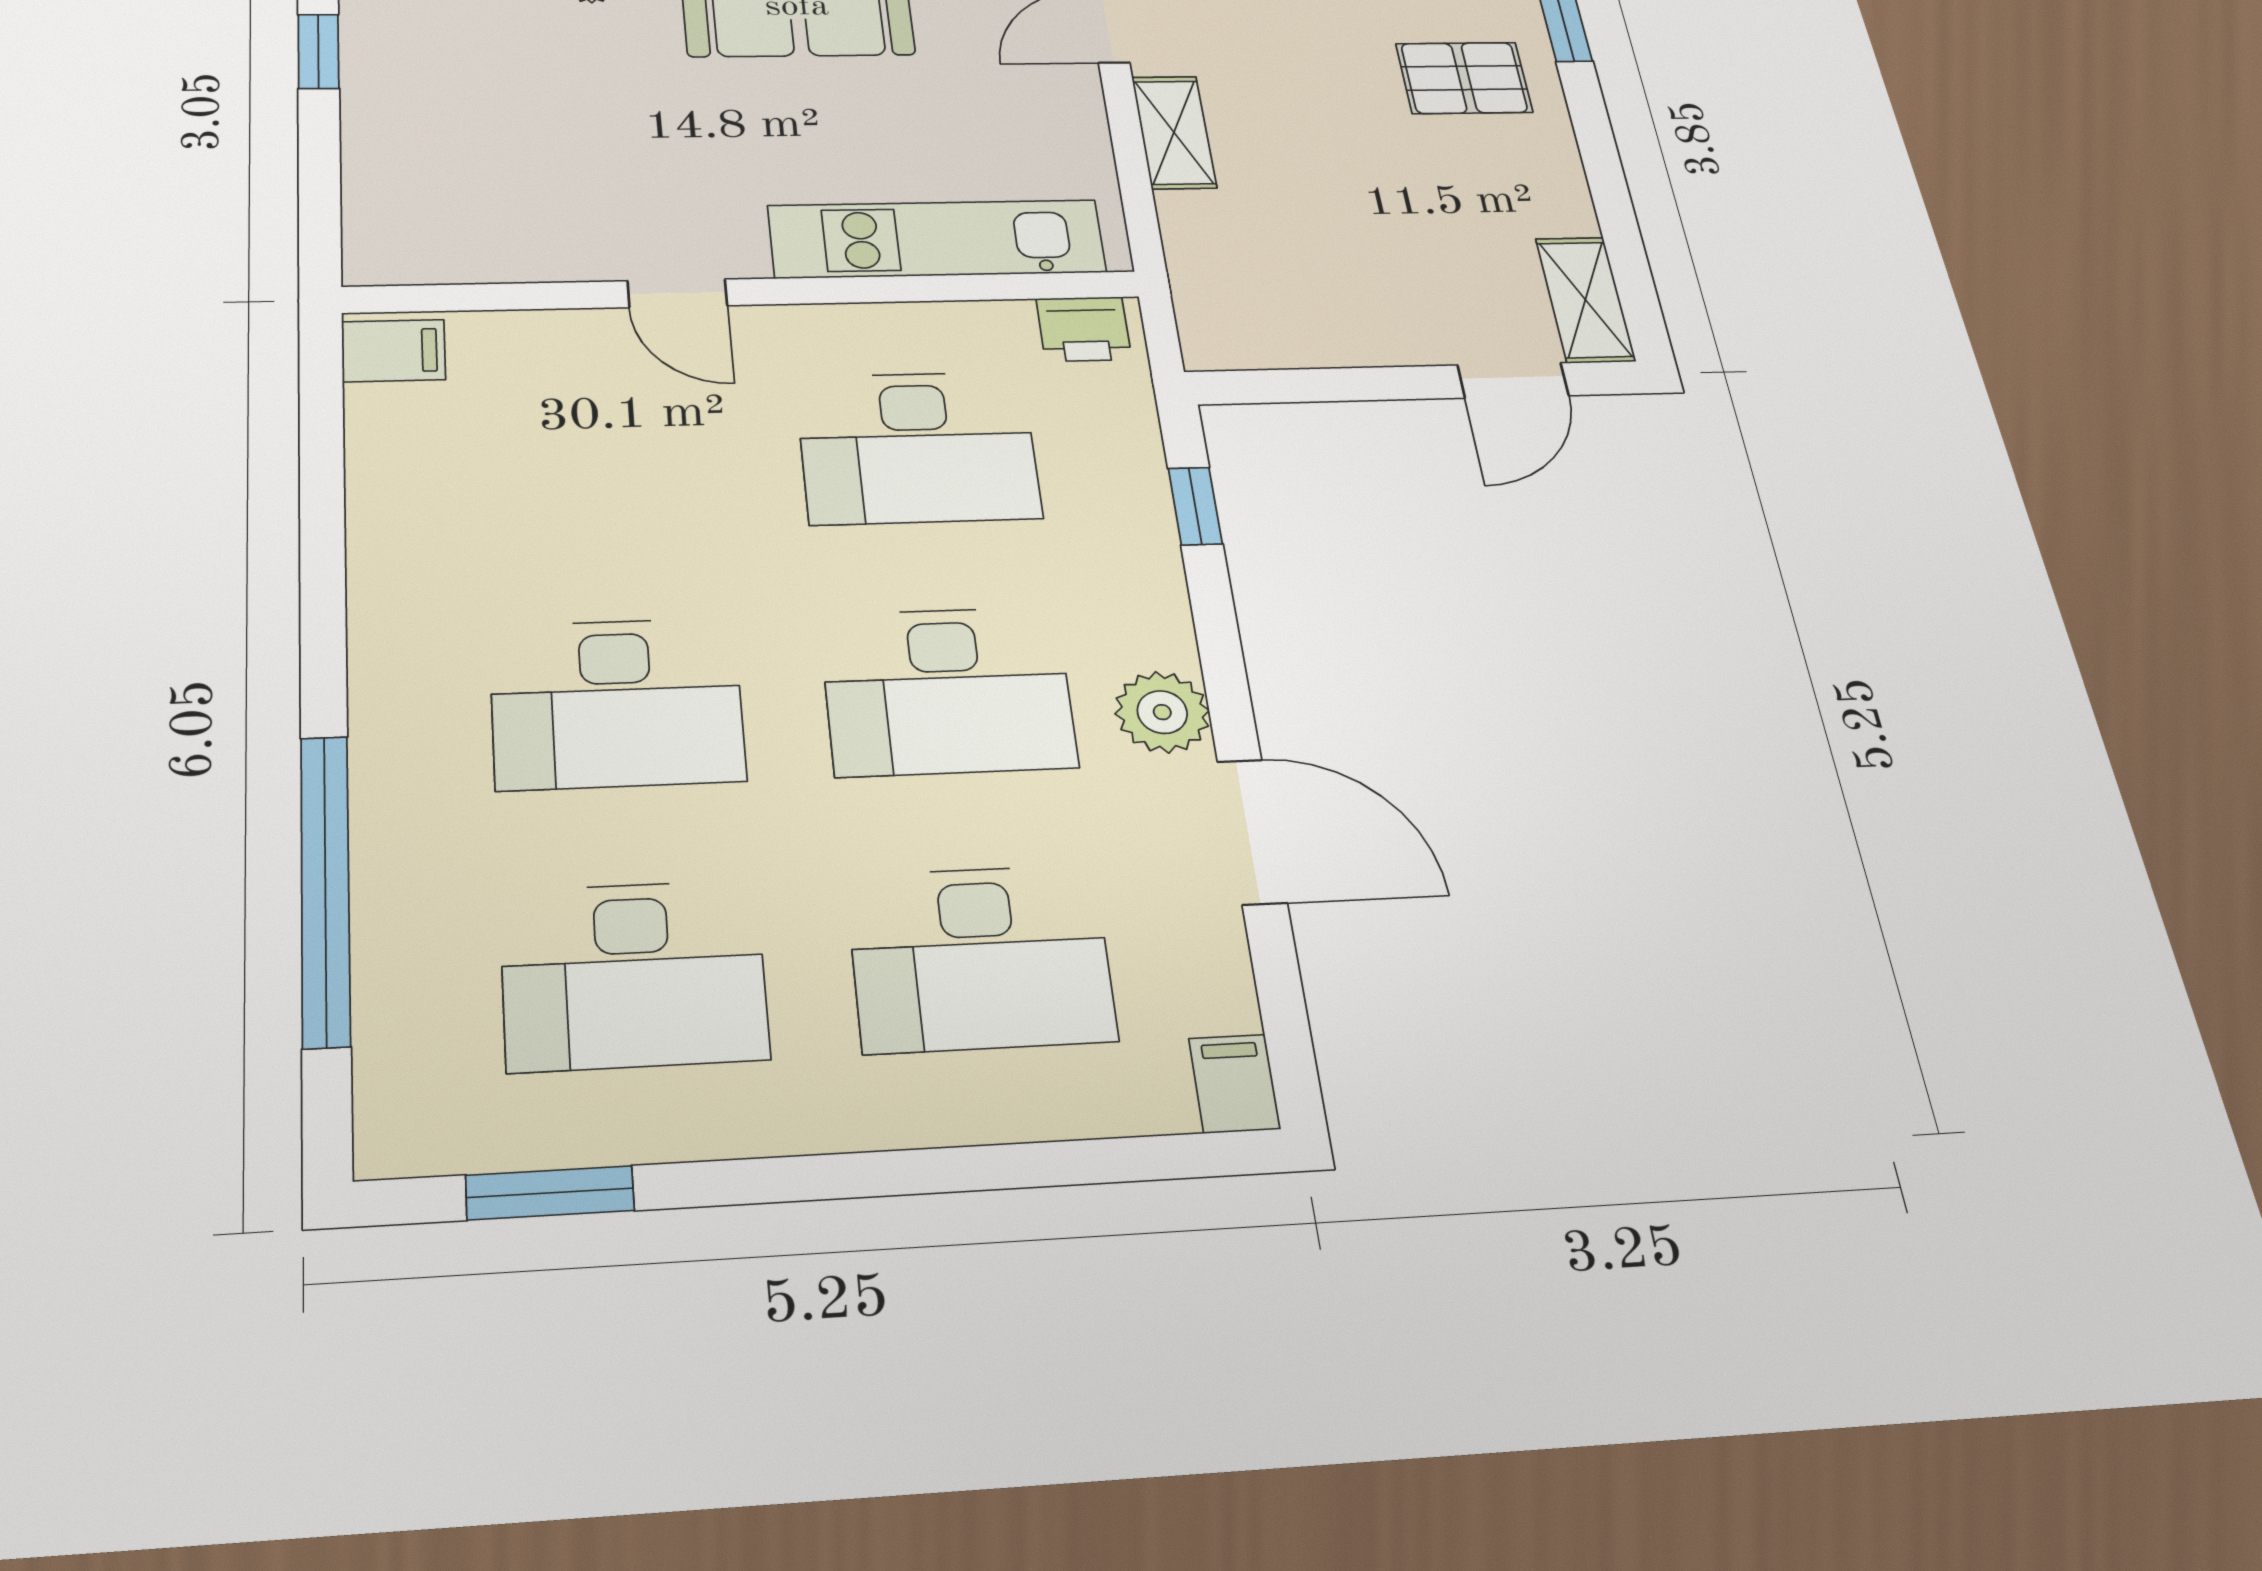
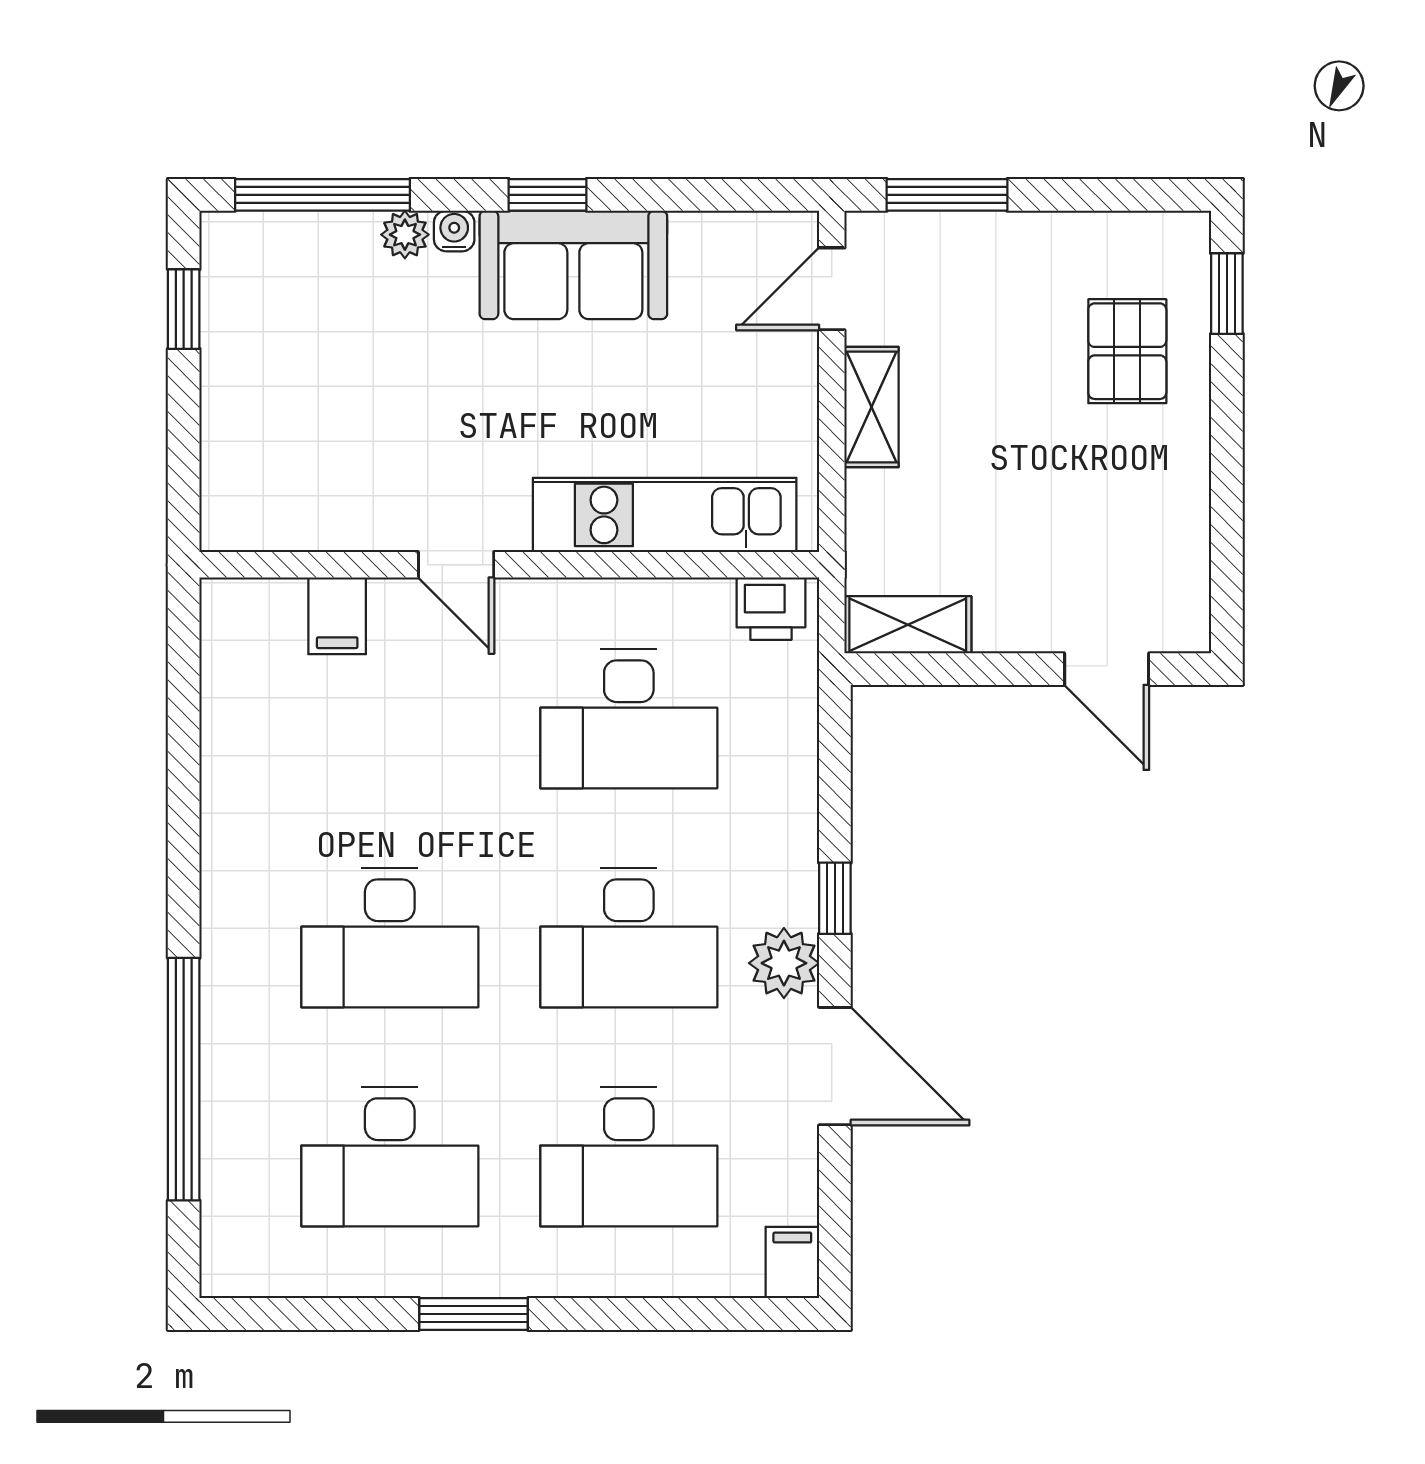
pallet: (1464, 78) -> (1127, 351), turned 90
shelving: (1585, 300) -> (908, 625), moved, turned 90
filing cabinet: (394, 351) -> (337, 616), moved, turned 90
door: (1513, 380) -> (1107, 669), hinge flipped
window: (1195, 506) -> (835, 898), moved
window: (550, 1193) -> (473, 1314), moved

